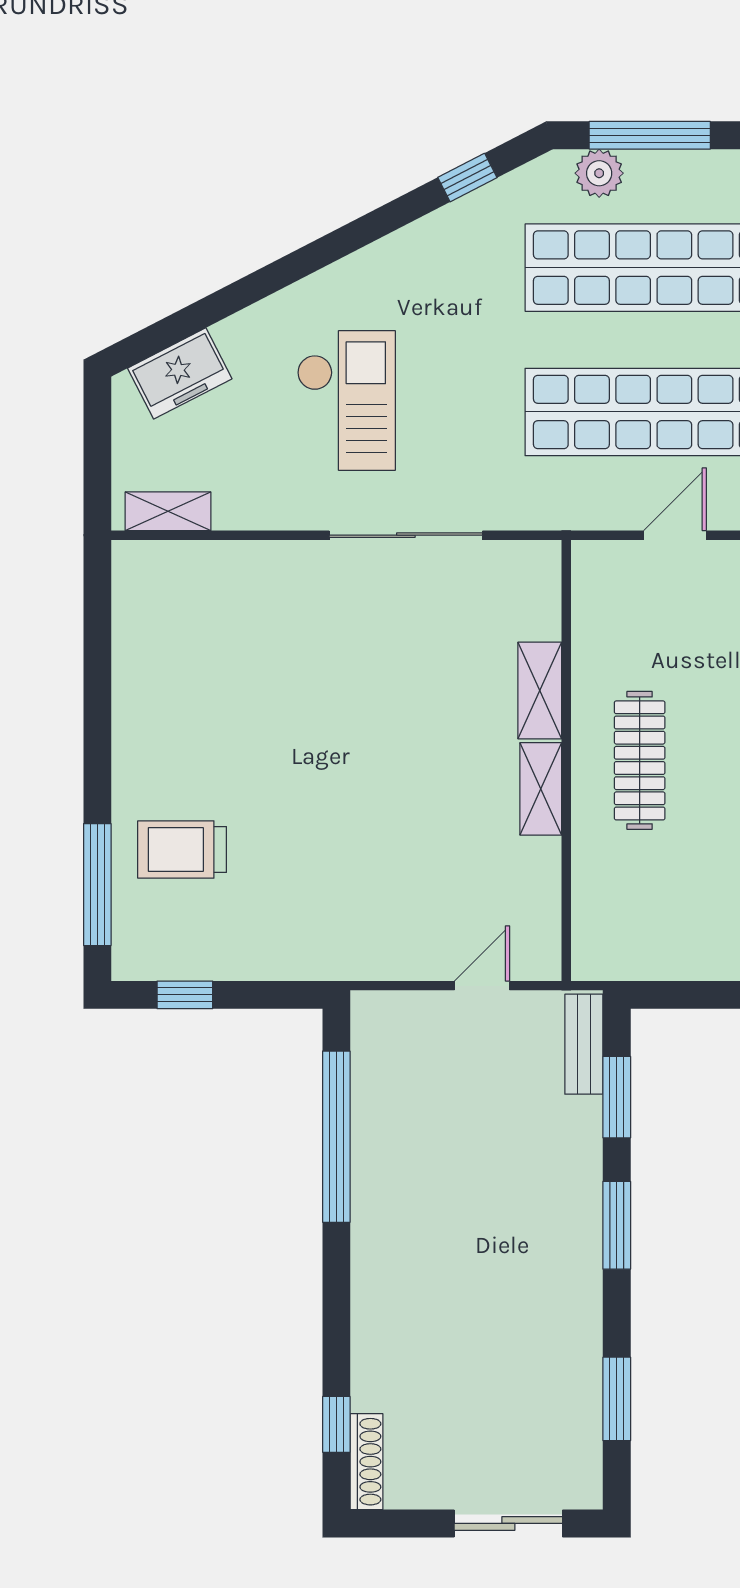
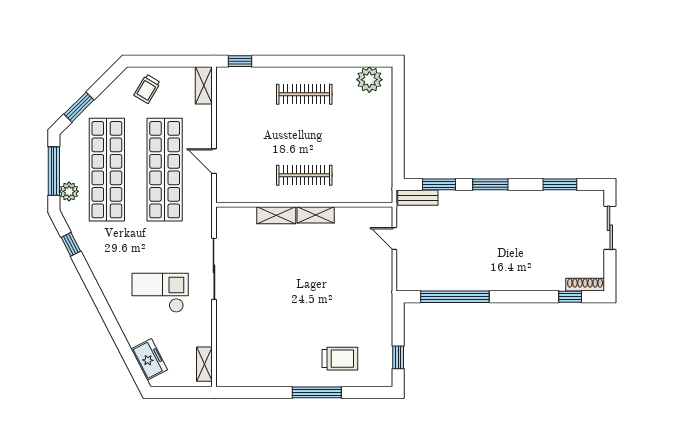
trolley: (182, 850) -> (340, 359), turned -90
window: (97, 885) -> (317, 392), moved

